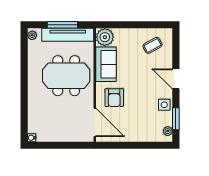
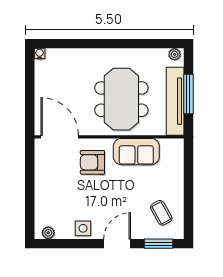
plant: (105, 37) -> (172, 150), removed
window: (176, 119) -> (159, 244), moved
door: (95, 122) -> (60, 137), swing flipped

